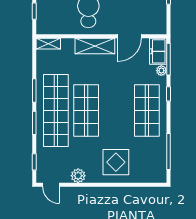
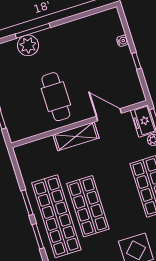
door: (130, 36) -> (109, 115), swing flipped
shelving: (48, 44) -> (26, 149), removed

